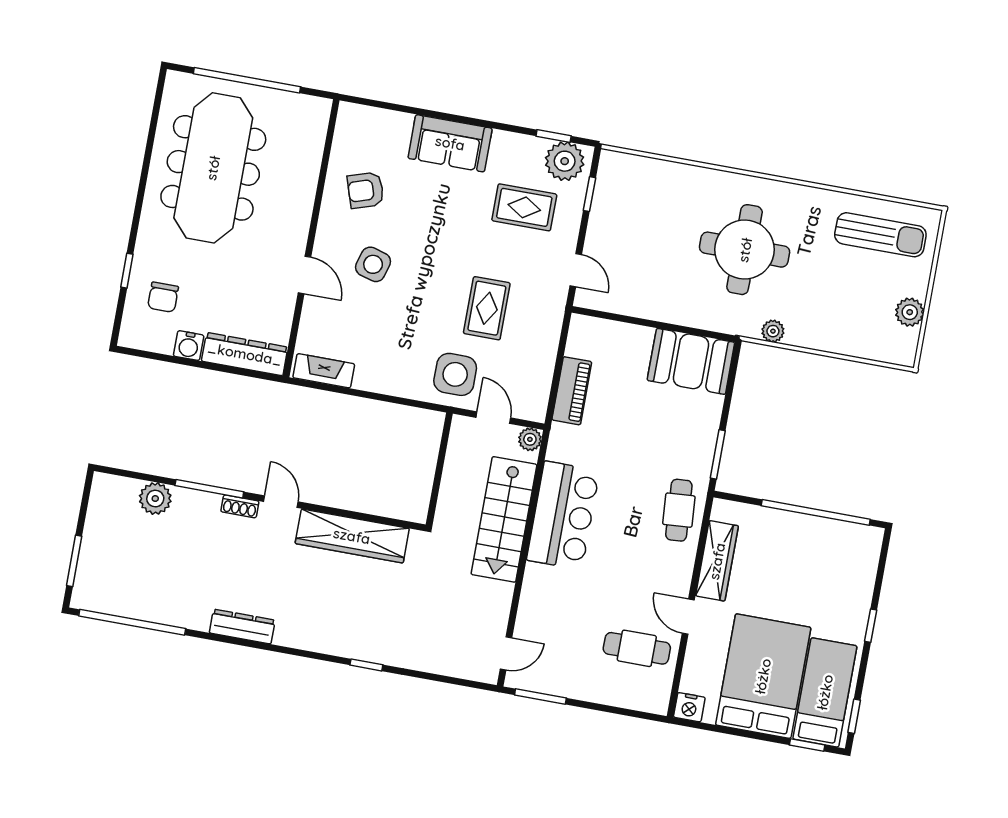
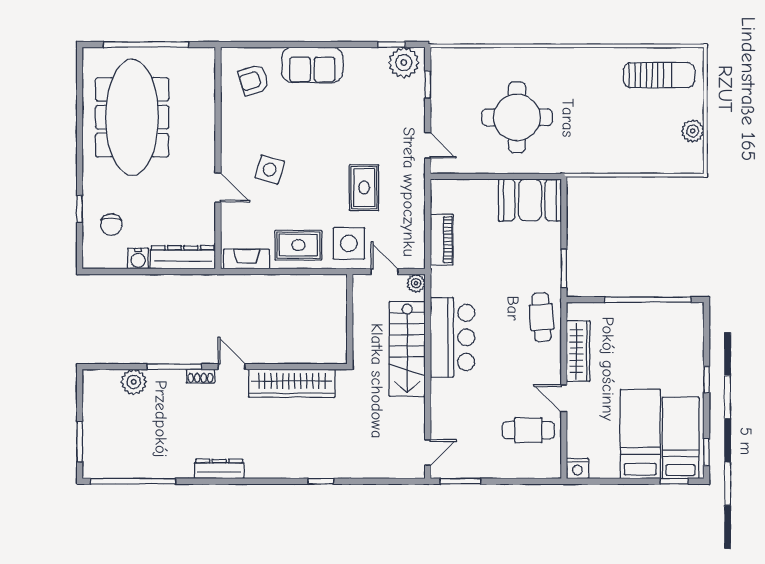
armchair: (366, 190) -> (254, 80), moved
rug: (524, 207) -> (298, 245), moved
round table: (745, 250) -> (517, 117), moved
plant: (773, 331) -> (589, 165), removed
bed: (763, 676) -> (640, 434), width x0.67

